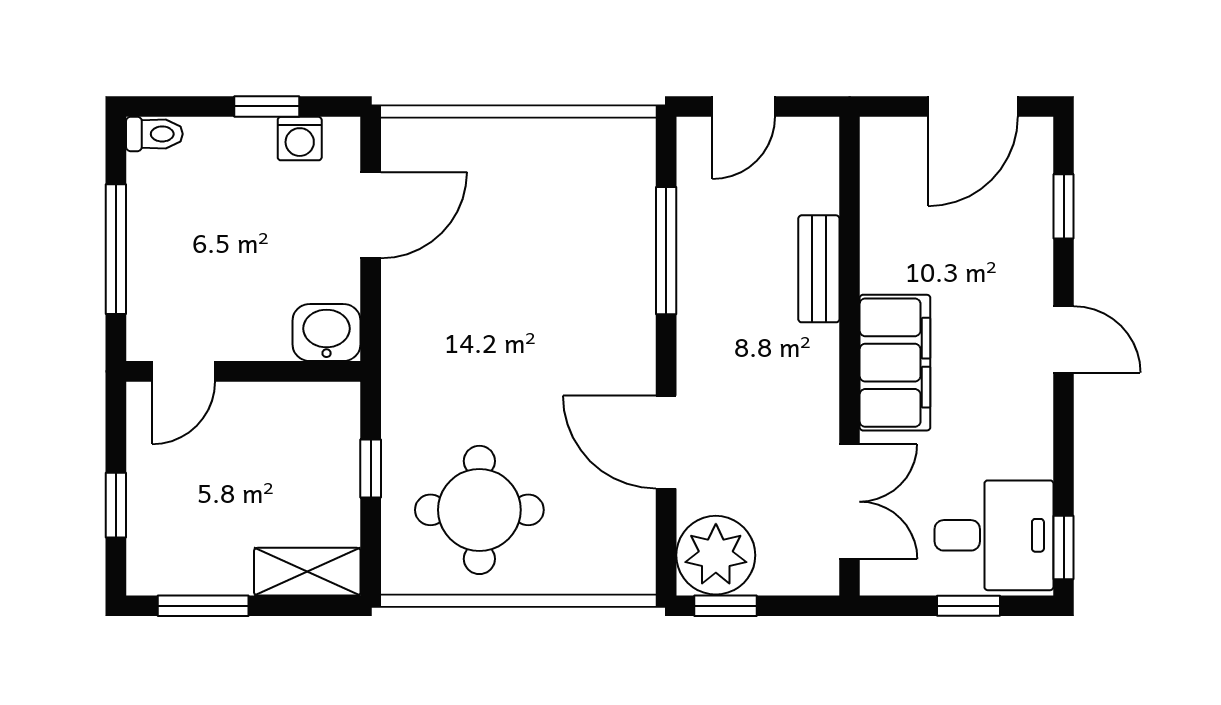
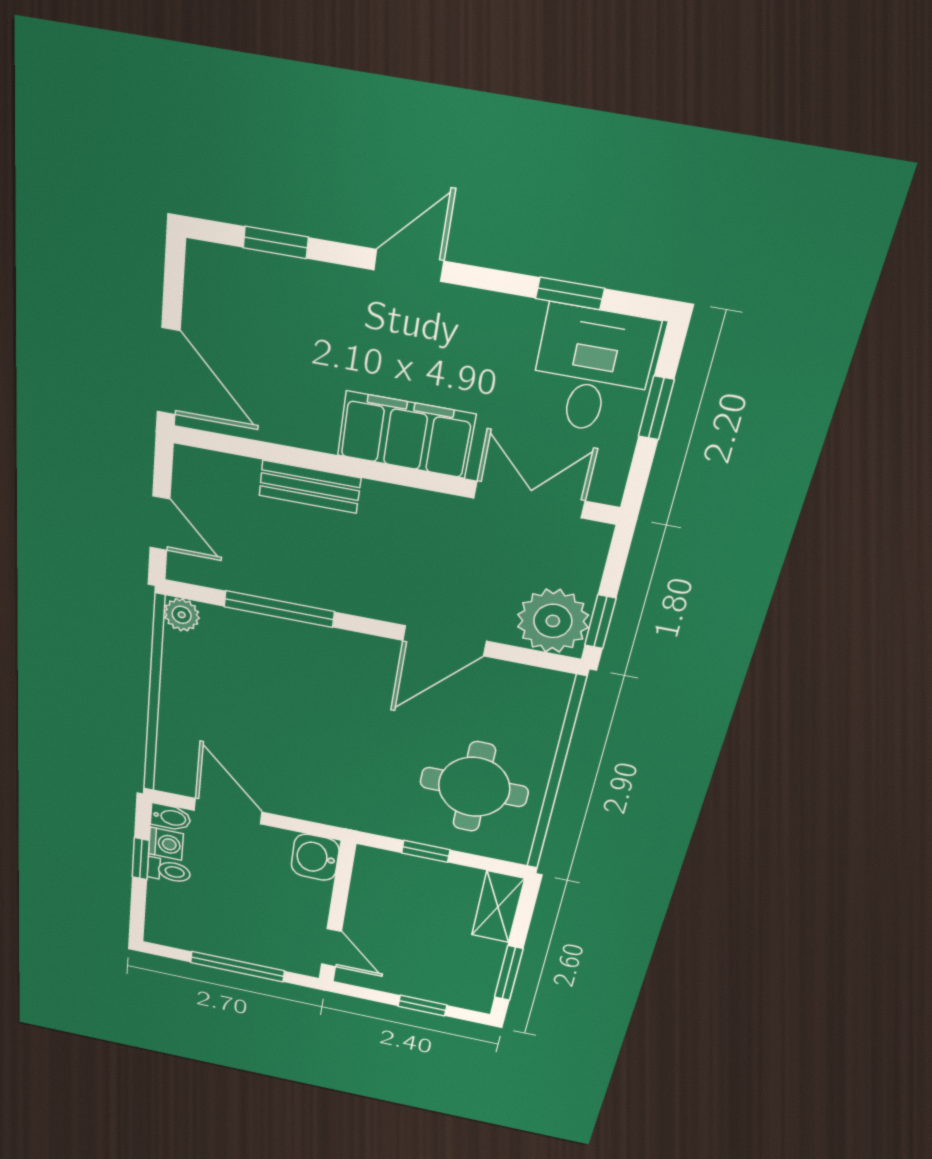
door: (973, 106) -> (168, 372), moved
toilet: (154, 134) -> (169, 871), moved, turned 90
plant: (635, 138) -> (182, 615), added
bidet: (343, 142) -> (171, 817), added
window: (1064, 548) -> (570, 293), moved

